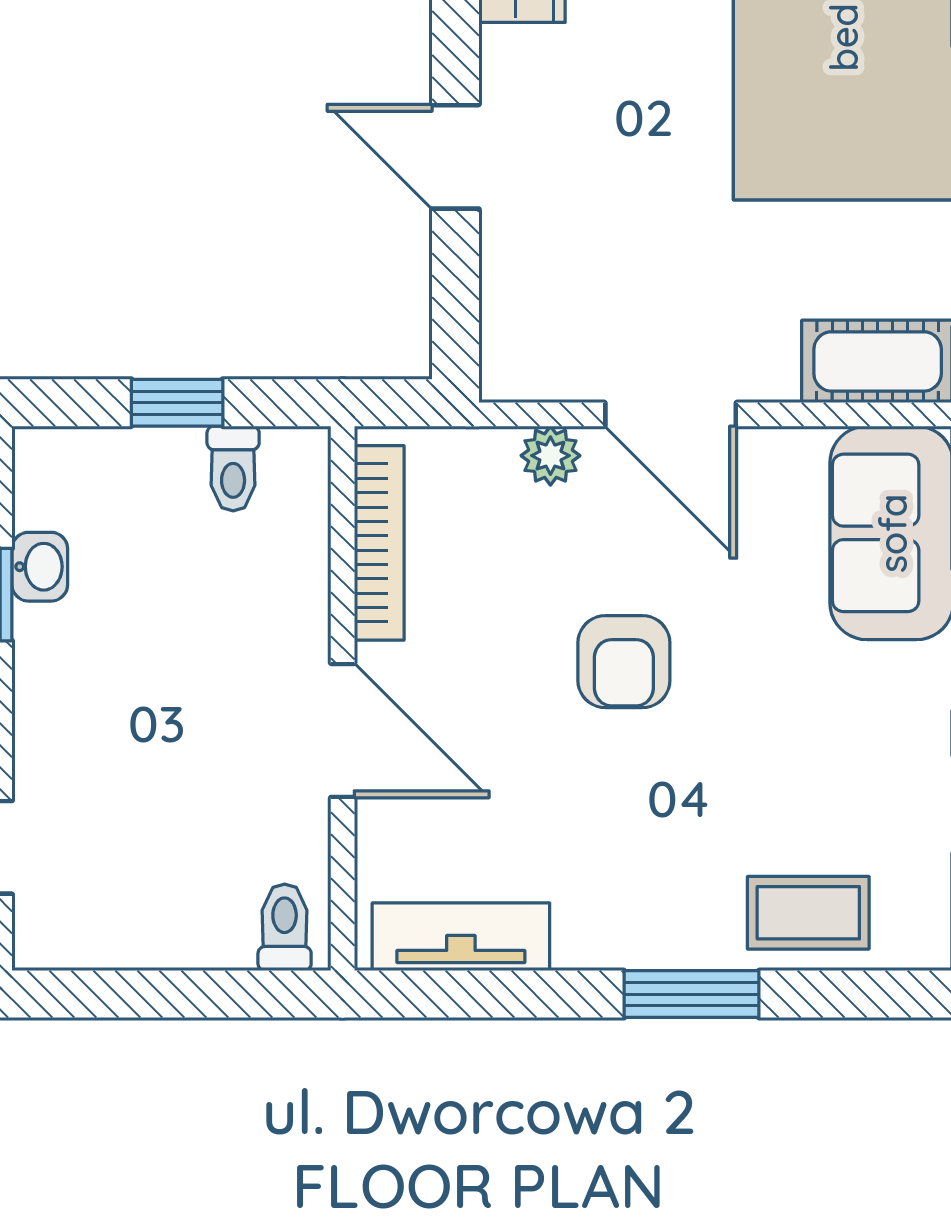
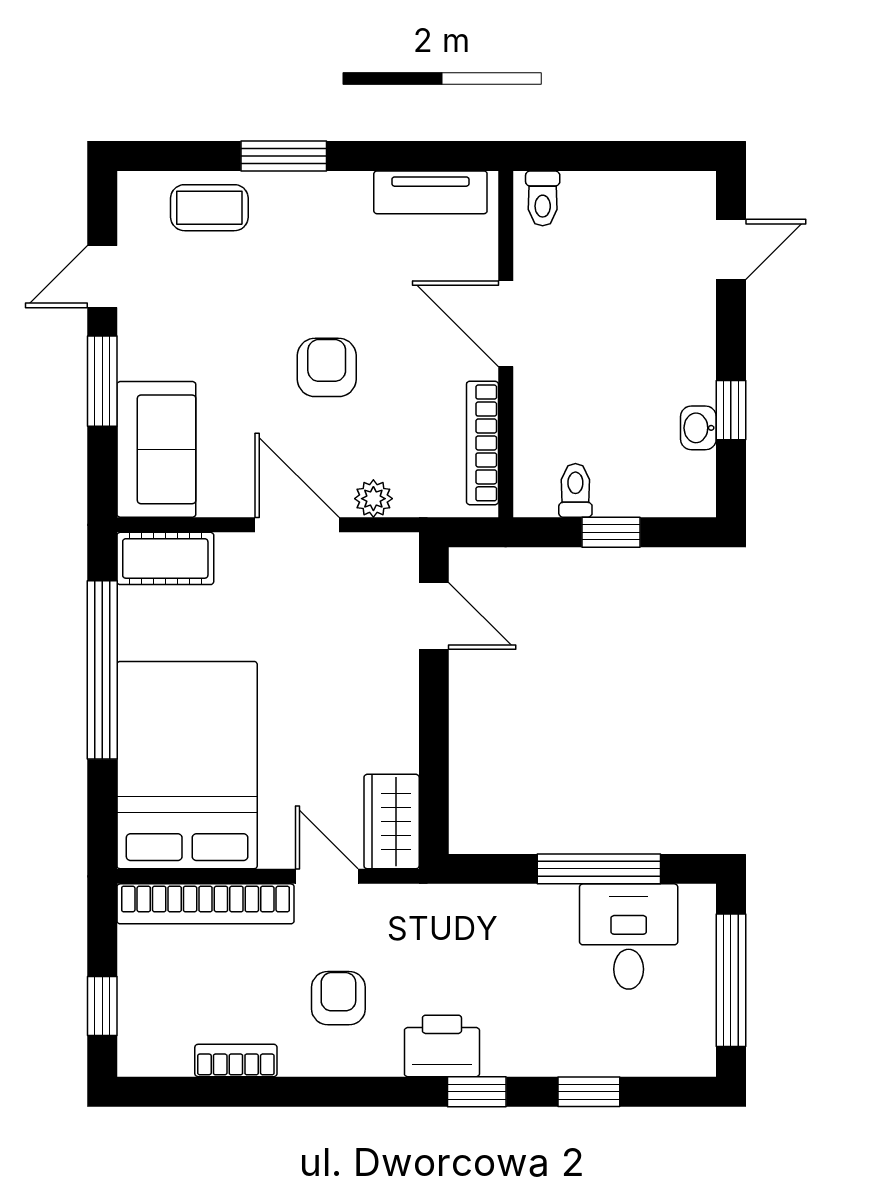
door: (455, 157) -> (434, 616), moved

